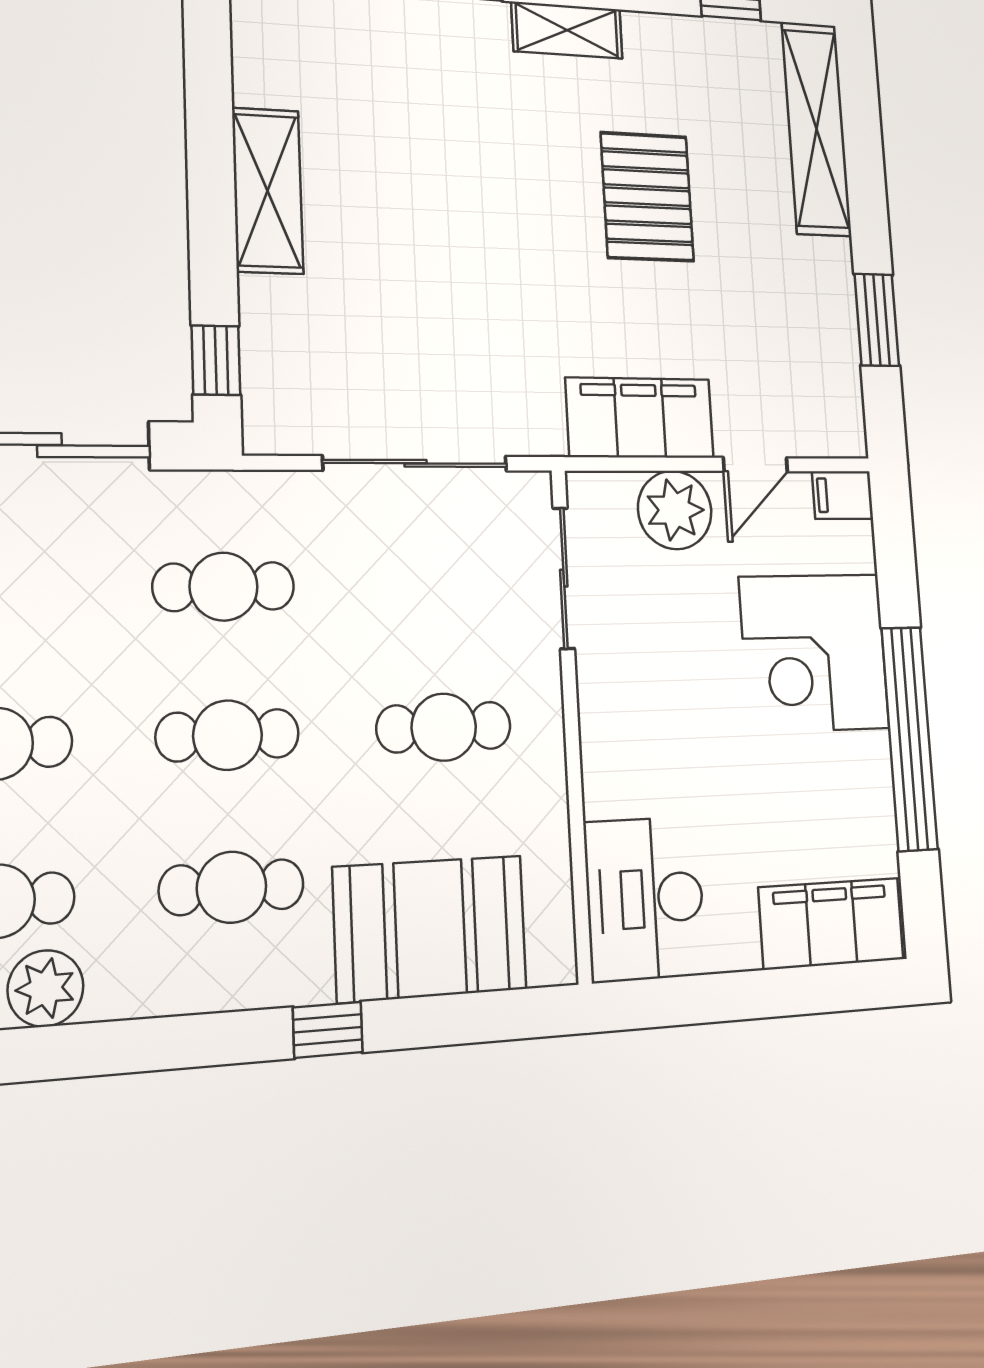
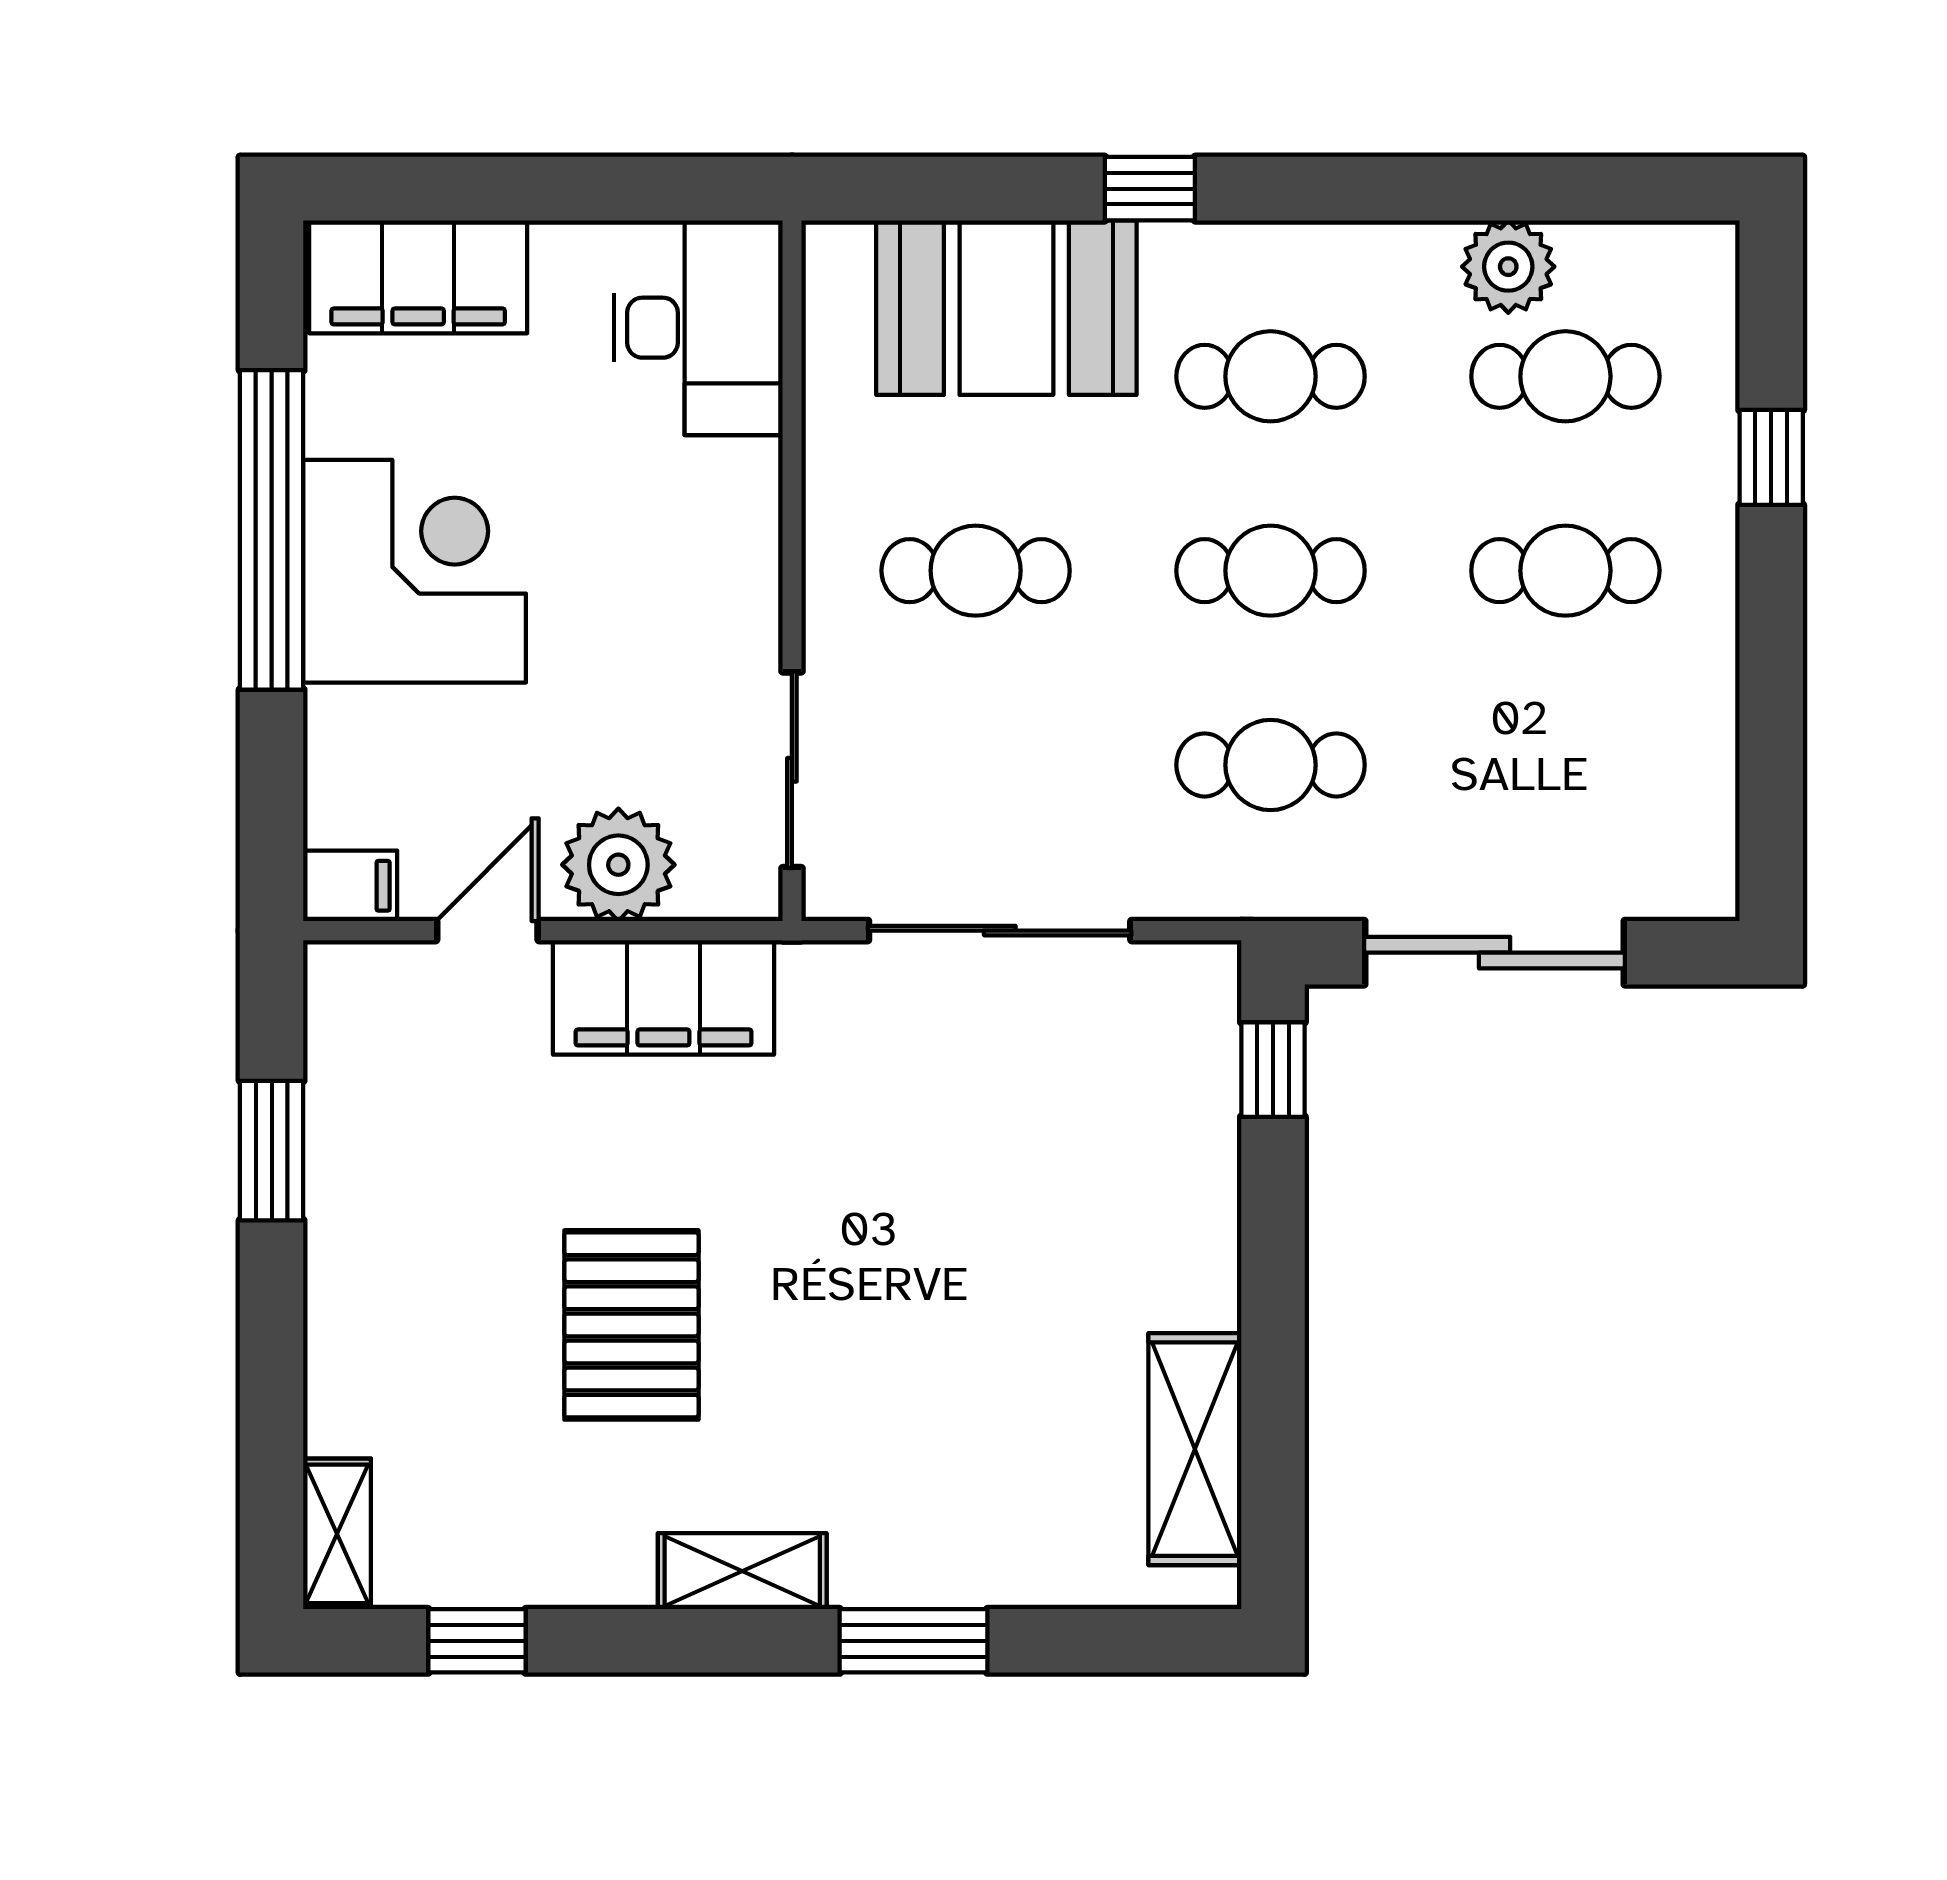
shelving: (816, 129) -> (337, 1534), width x0.45, depth x0.75
shelving: (268, 191) -> (1195, 1449), moved
corner desk: (814, 653) -> (415, 571), moved

